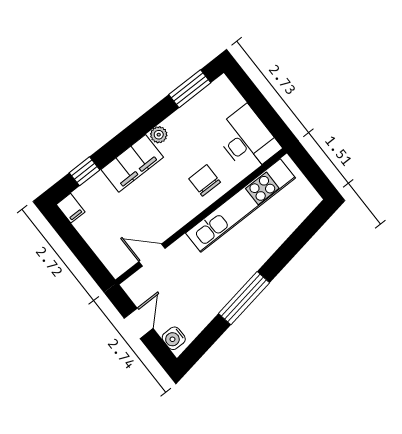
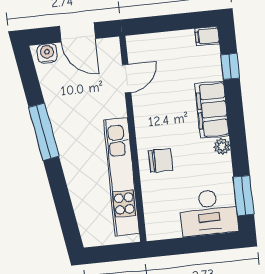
desk: (247, 140) -> (209, 212), moved
door: (139, 323) -> (77, 32), width x1.38

